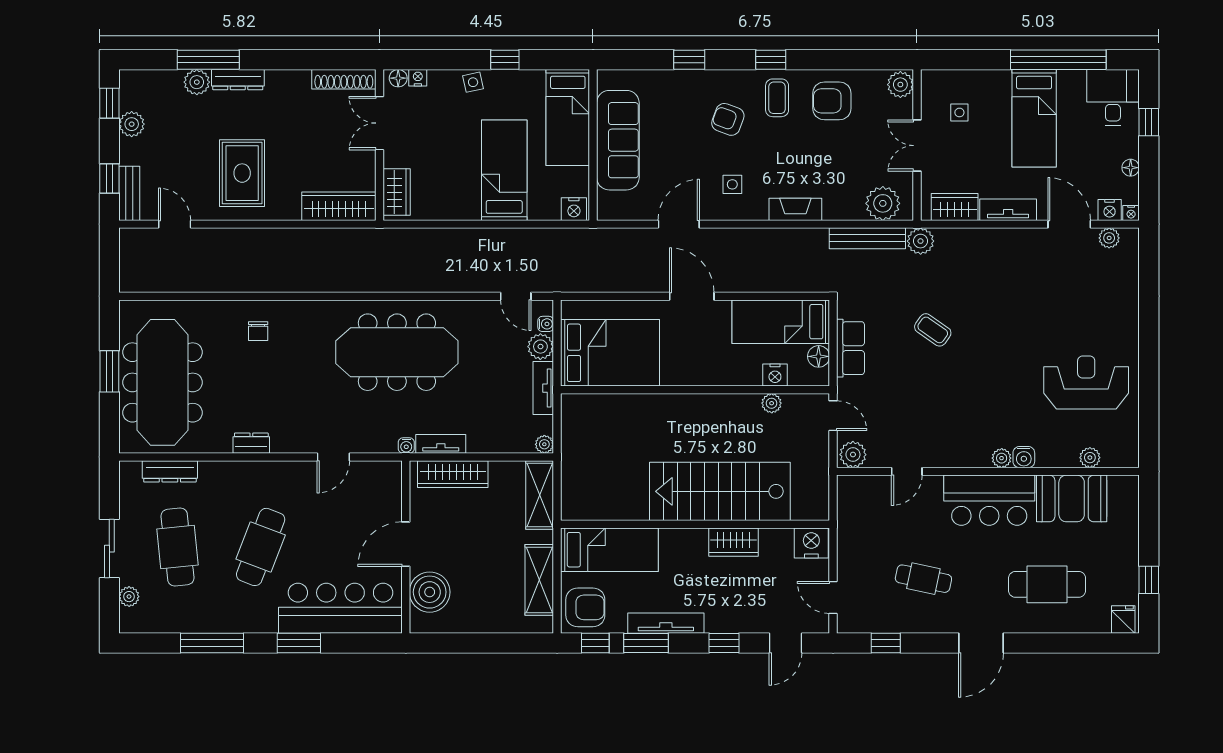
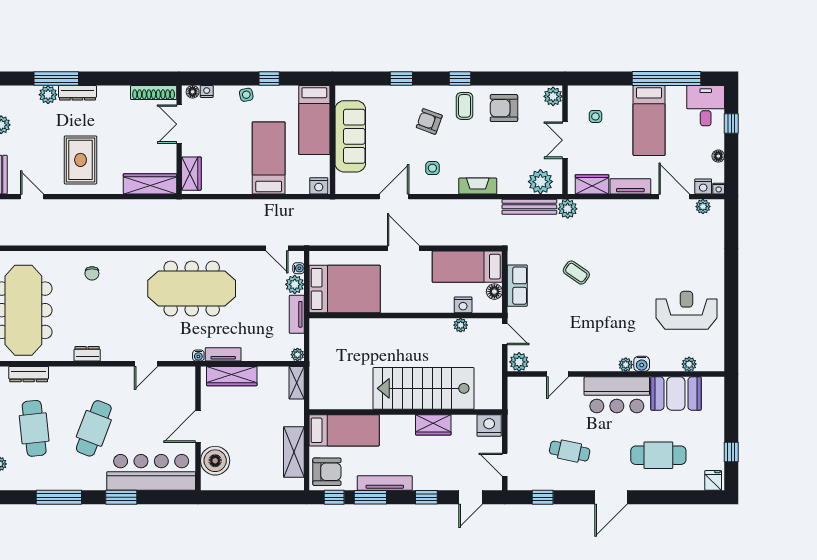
shelving: (540, 495) -> (297, 383), width x0.67, depth x0.75

